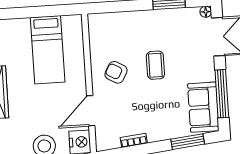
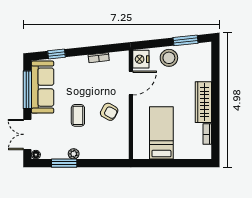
plant: (158, 16) -> (74, 154), added
sofa: (203, 107) -> (43, 87), width x1.36
window: (188, 142) -> (57, 54), width x0.67

